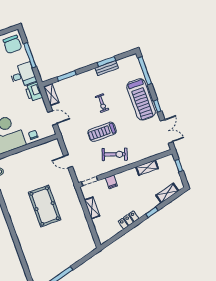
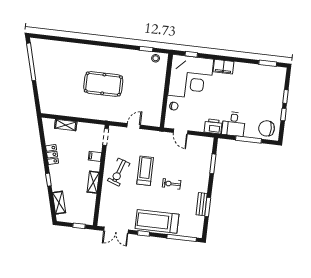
shelving: (51, 95) -> (203, 141), removed
door: (53, 118) -> (181, 132), hinge flipped
shelving: (147, 168) -> (93, 182), moved
shelving: (92, 208) -> (66, 125), moved

